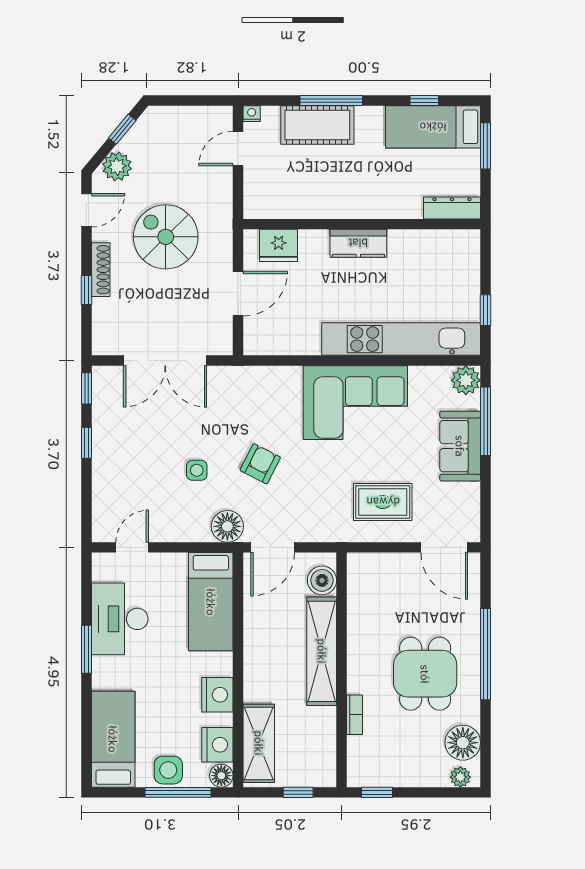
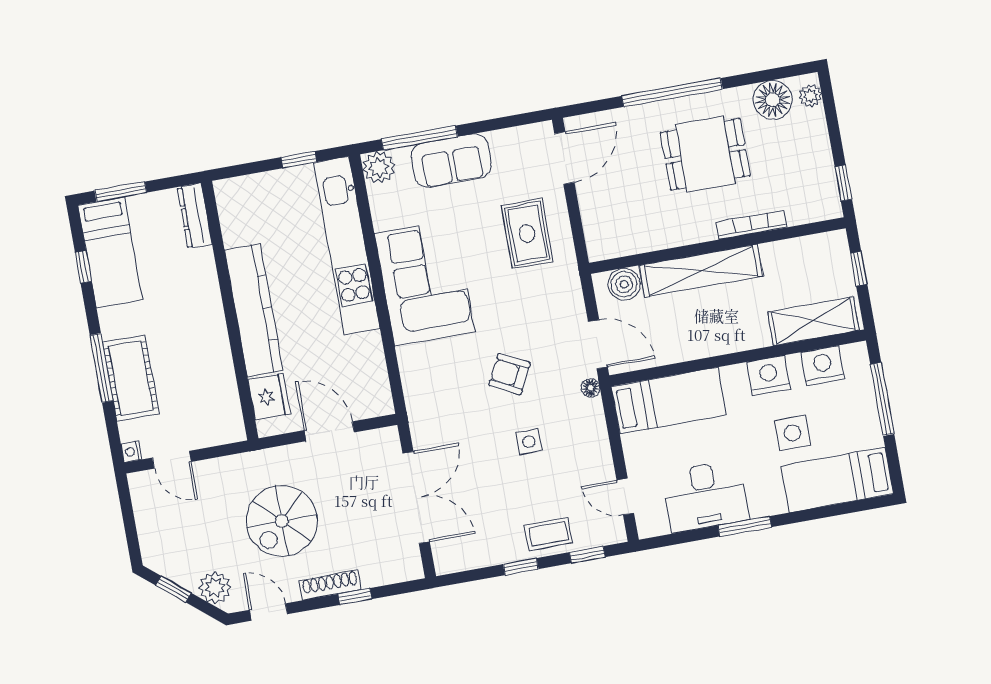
kitchen counter: (358, 243) -> (254, 310), width x2.08, depth x1.17
window: (86, 388) -> (587, 555), moved
coffee table: (111, 473) -> (549, 534), added
floor lamp: (227, 526) -> (591, 388), width x0.53, depth x0.53
bookcase: (355, 715) -> (751, 225), width x1.56
side table: (168, 770) -> (793, 433), moved
floor lamp: (221, 776) -> (856, 355), removed

